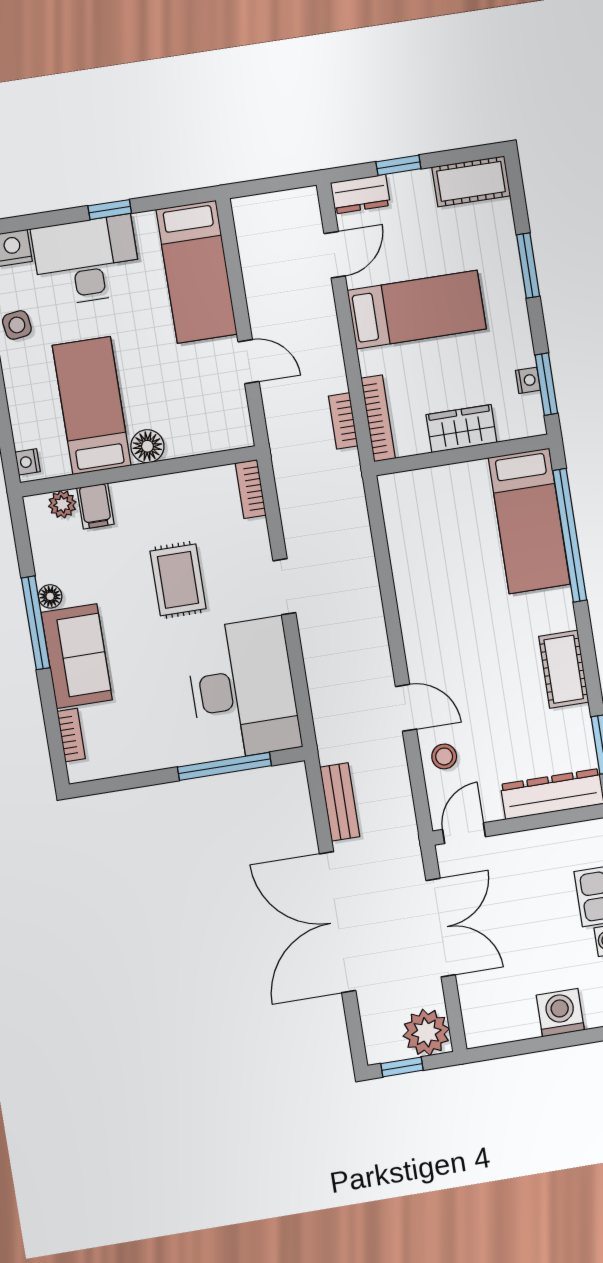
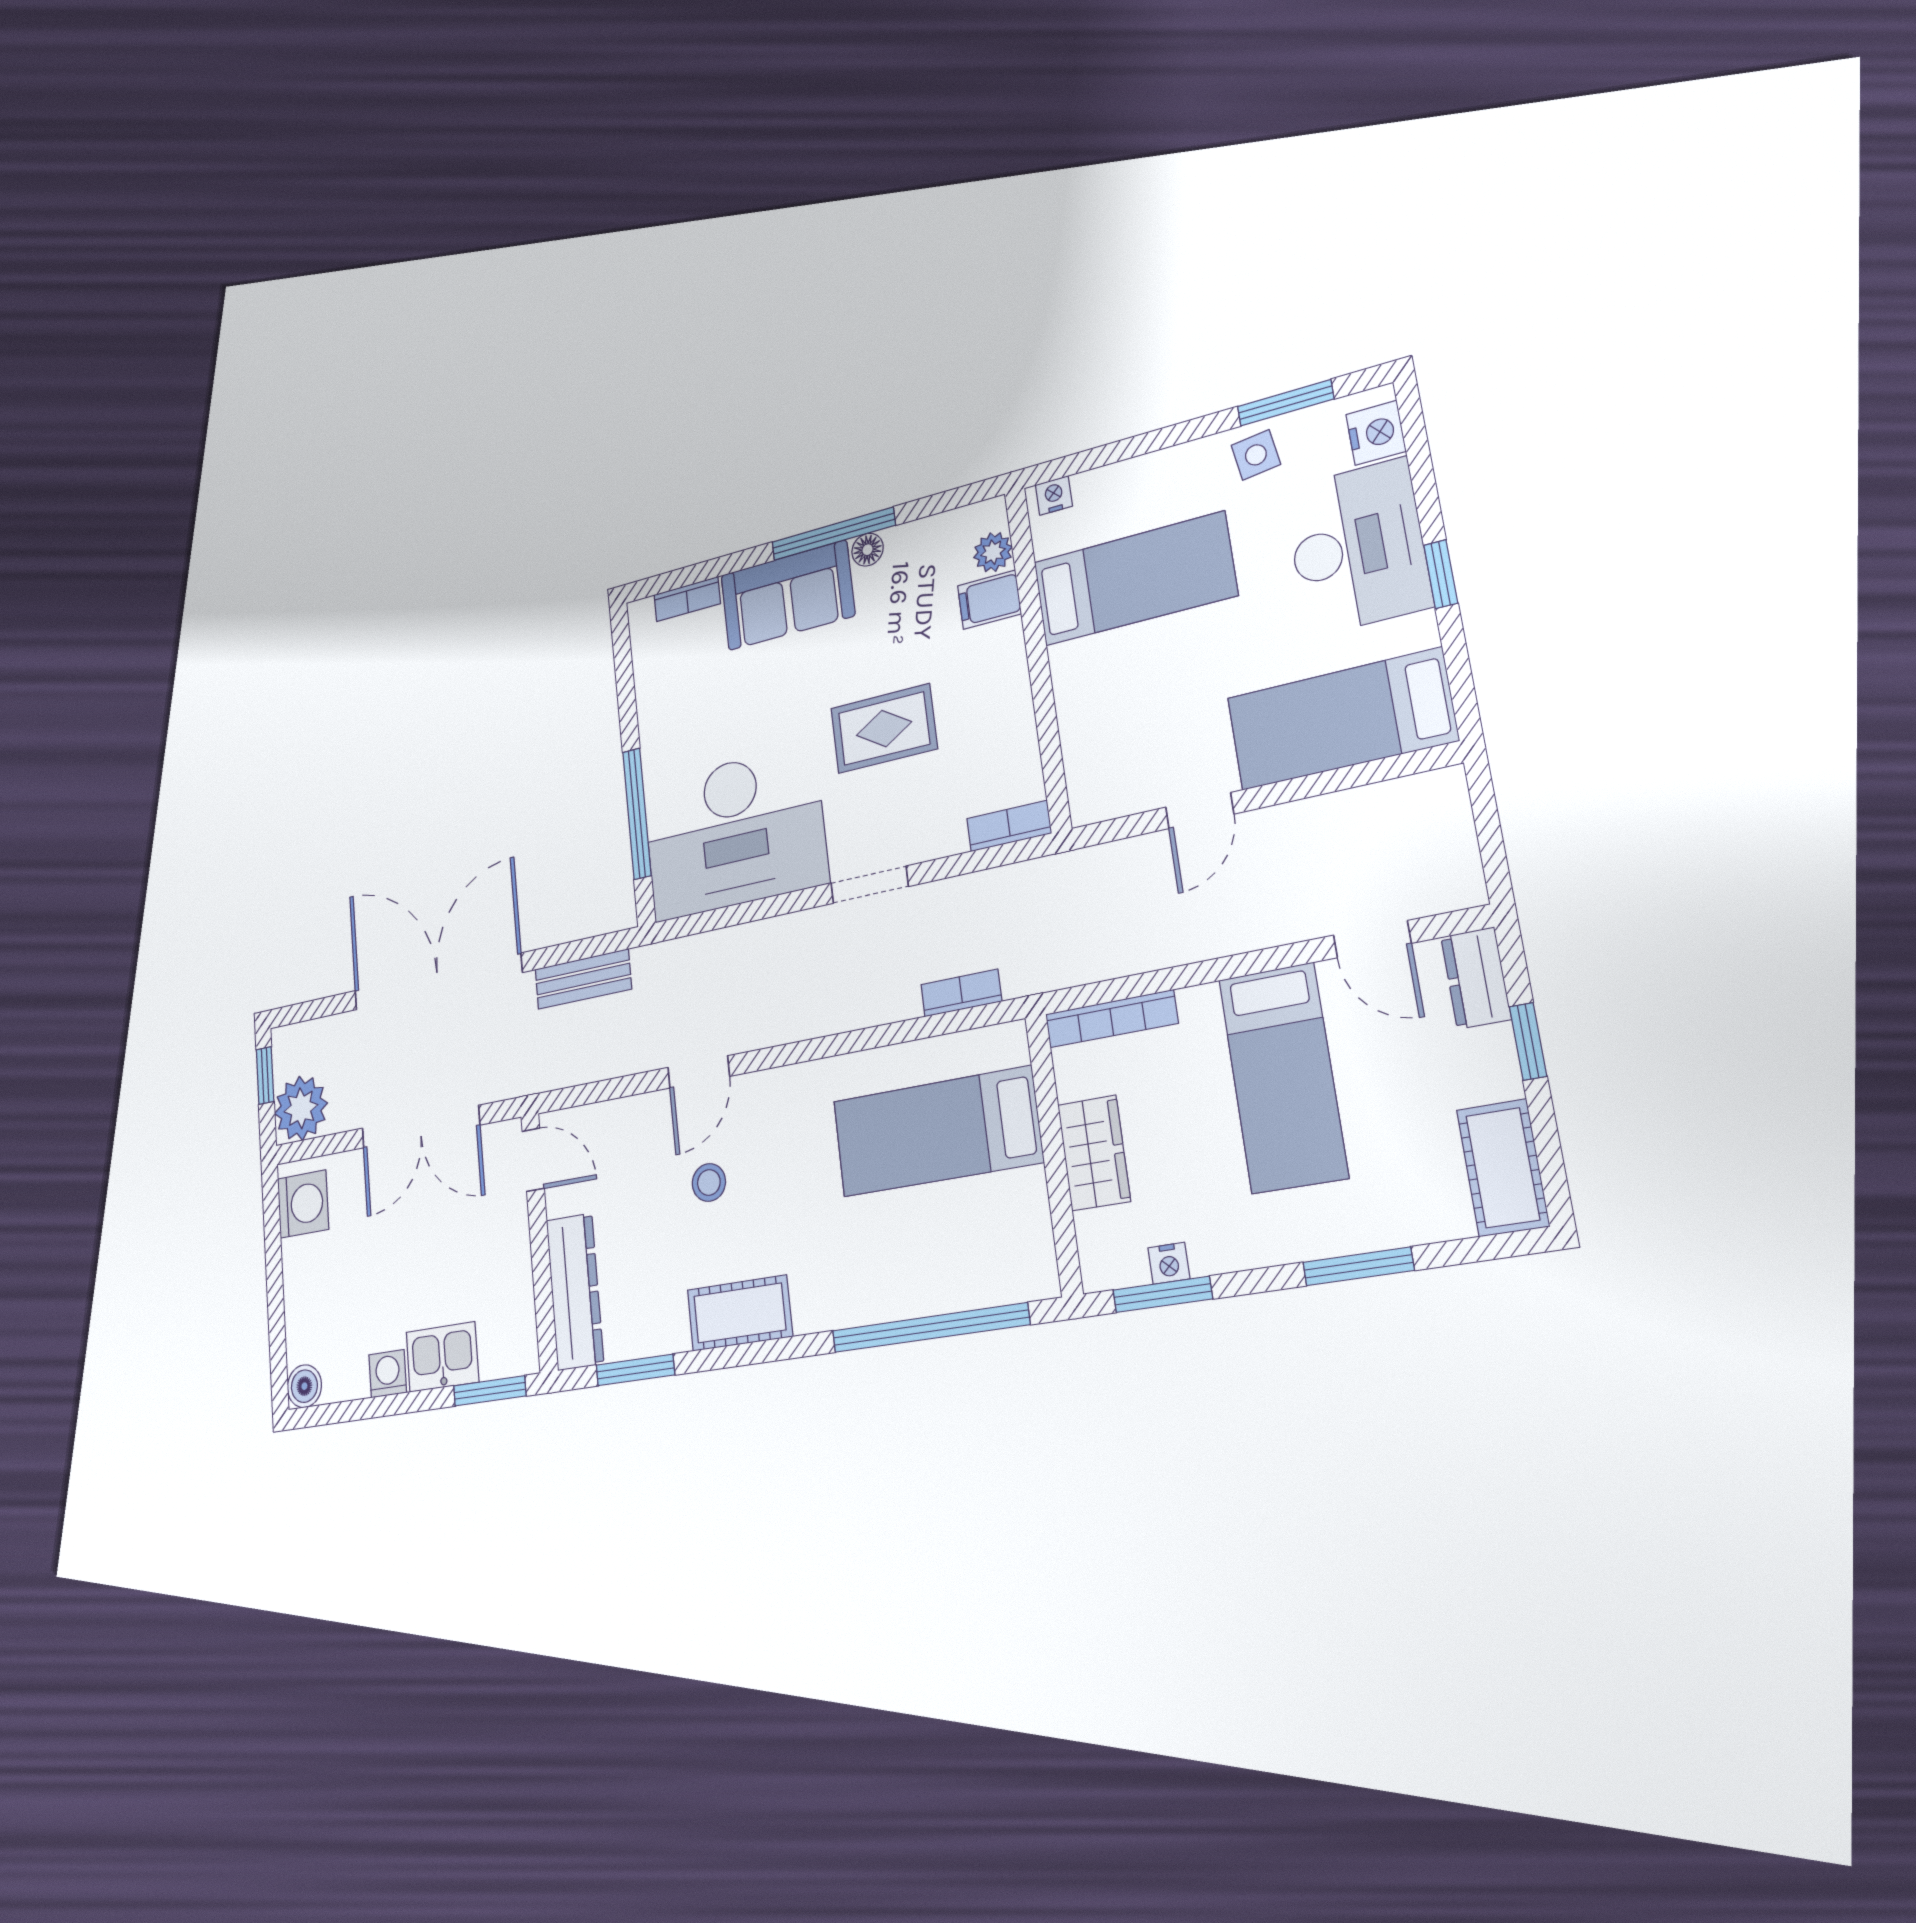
bookcase: (343, 421) -> (961, 993), moved
floor lamp: (147, 446) -> (1074, 667), removed
bed: (529, 521) -> (937, 1132), moved
stool: (444, 756) -> (709, 1182), moved
washing machine: (560, 1013) -> (303, 1204), moved

